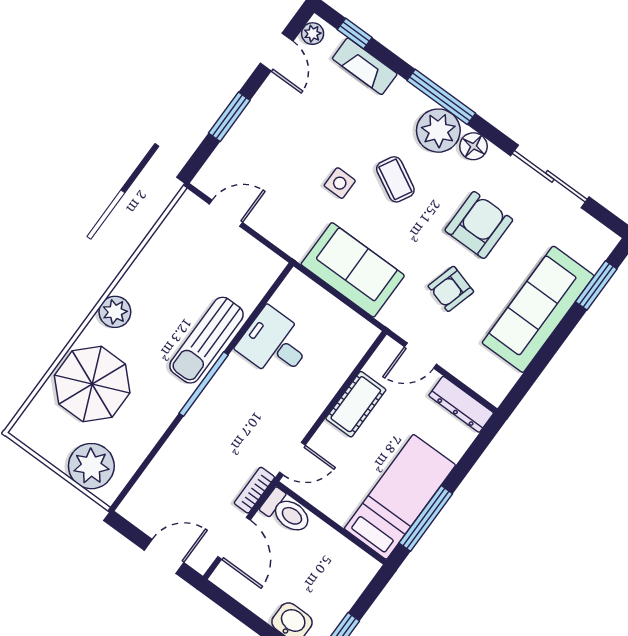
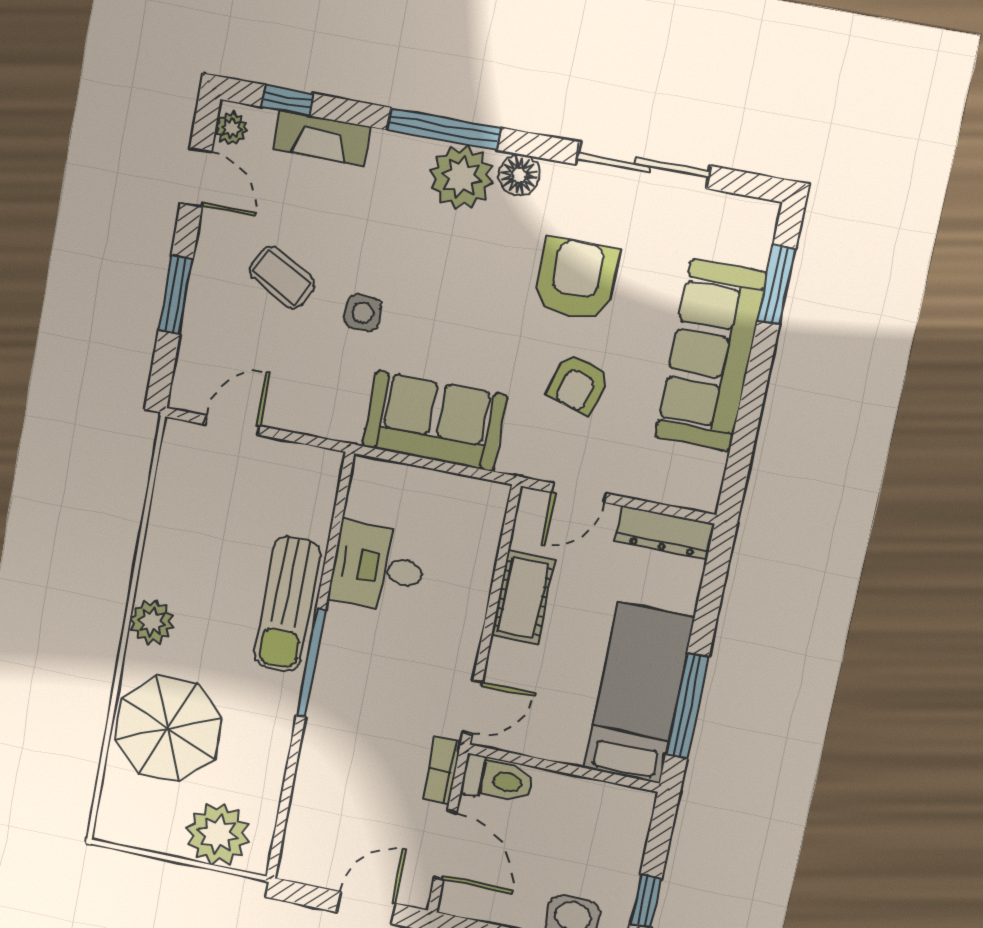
coffee table: (395, 179) -> (282, 277), moved

